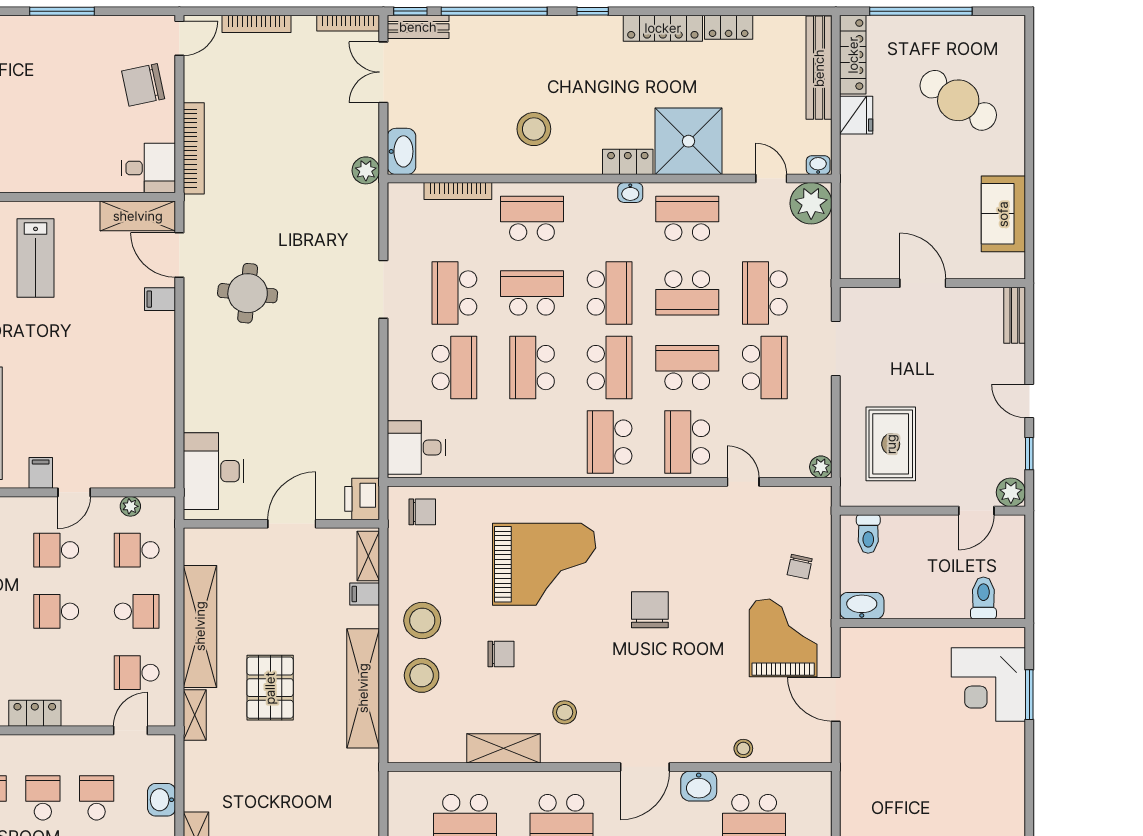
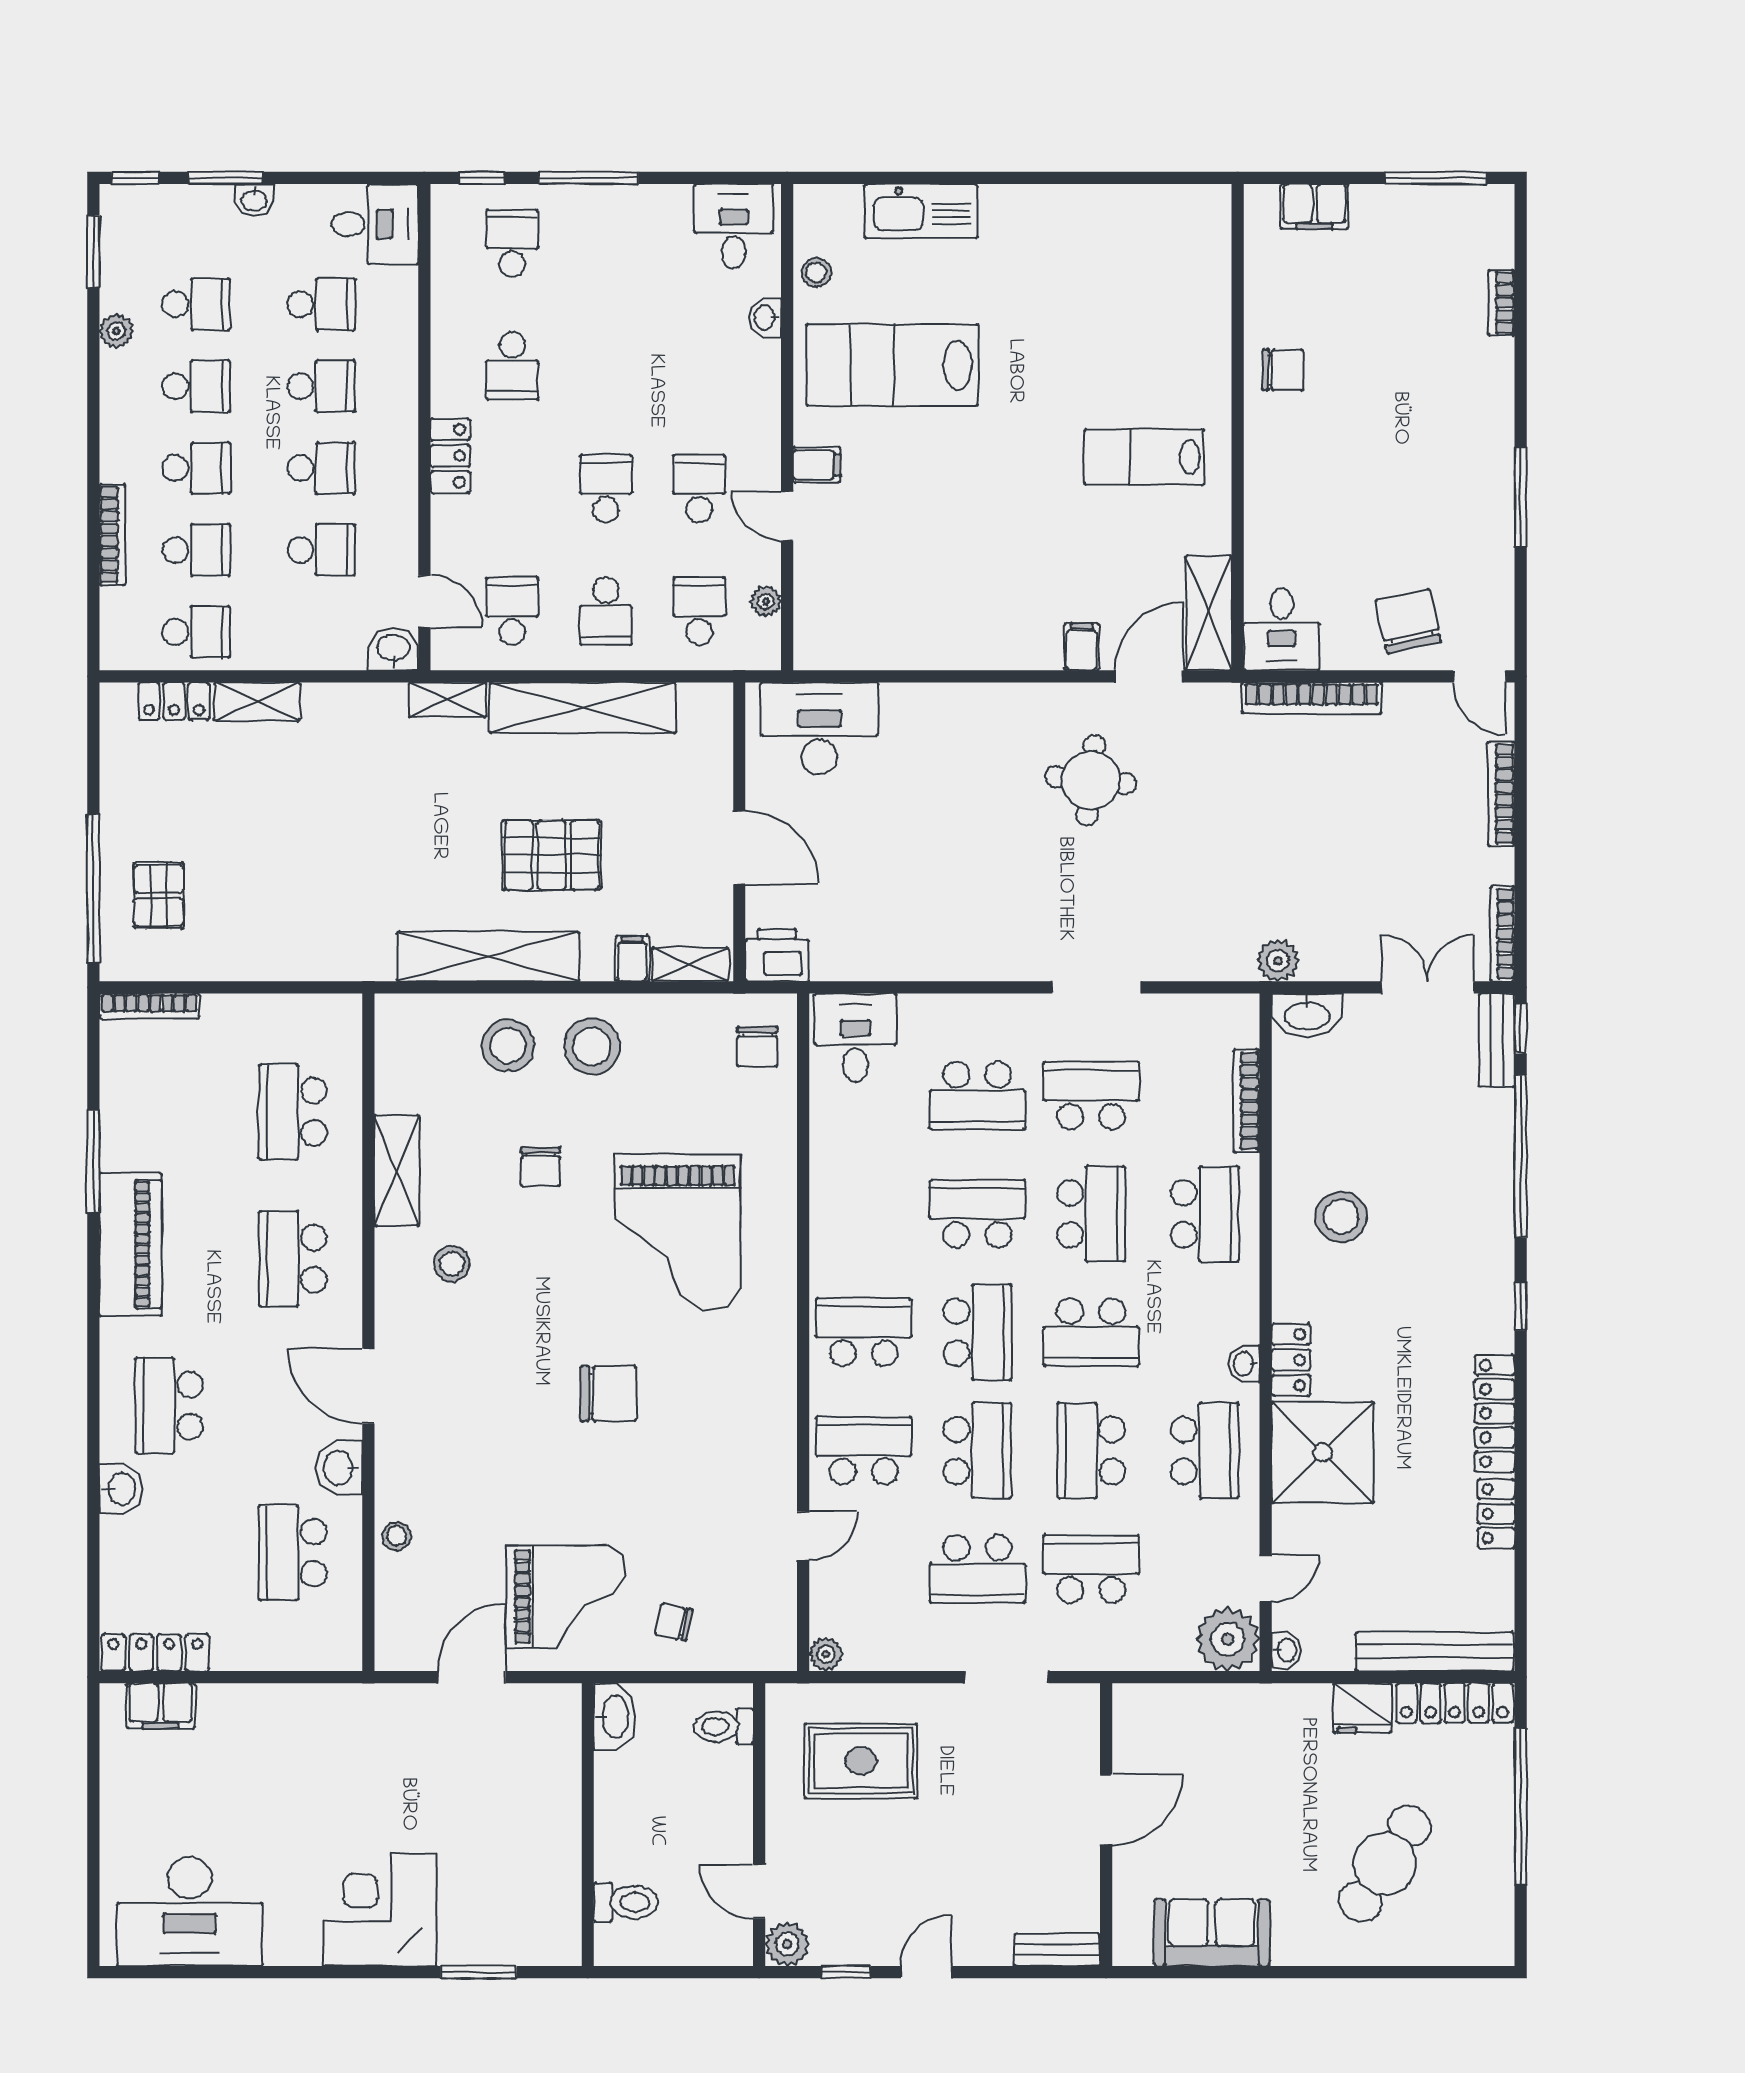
school desk: (610, 368) -> (977, 1332), turned -90
corner desk: (988, 684) -> (380, 1910), moved
pallet: (270, 688) -> (552, 855), moved
washbasin: (162, 800) -> (393, 649), moved

